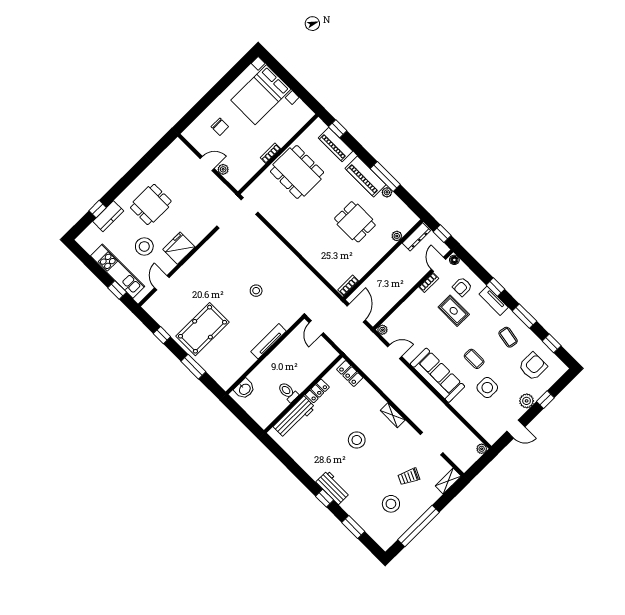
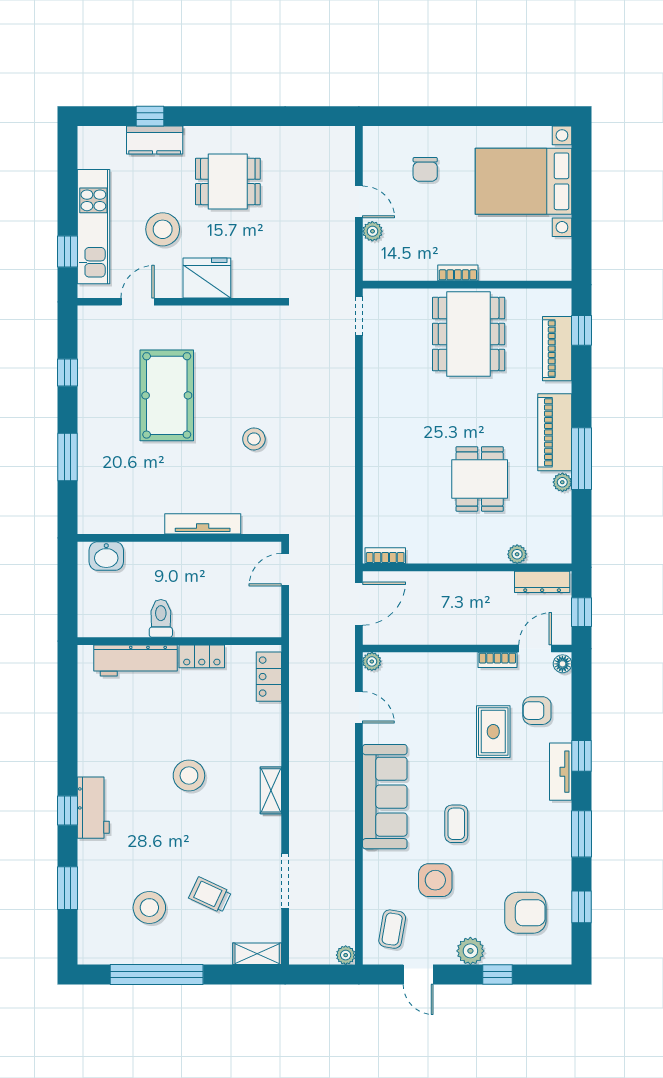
pool table: (203, 329) -> (167, 395), moved, turned 90
coffee table: (508, 337) -> (392, 929), moved

